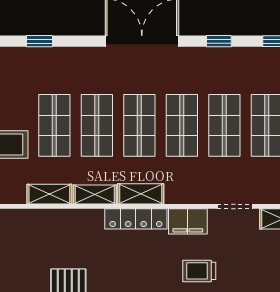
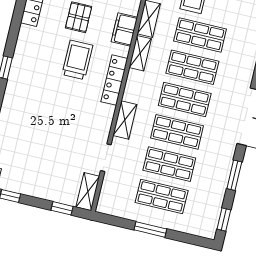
window: (219, 41) -> (234, 175), width x1.50
shelving: (141, 194) -> (125, 120), moved
filing cabinet: (188, 221) -> (124, 30), moved
trolley: (199, 271) -> (77, 60), moved, width x1.36, depth x1.39

